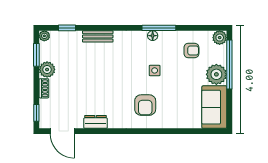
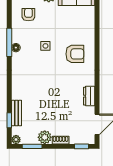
bench: (98, 36) -> (16, 113), moved

